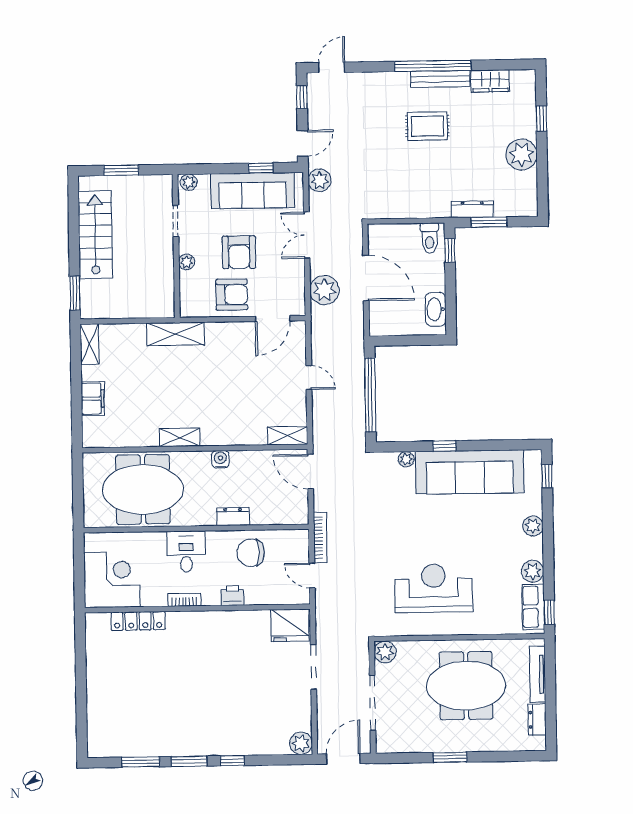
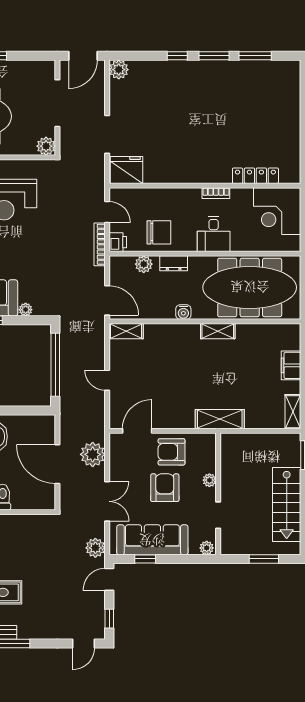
meeting table: (143, 489) -> (250, 287), width x1.36
plant: (268, 515) -> (144, 264), added
printer: (232, 595) -> (118, 242), moved, turned -90

